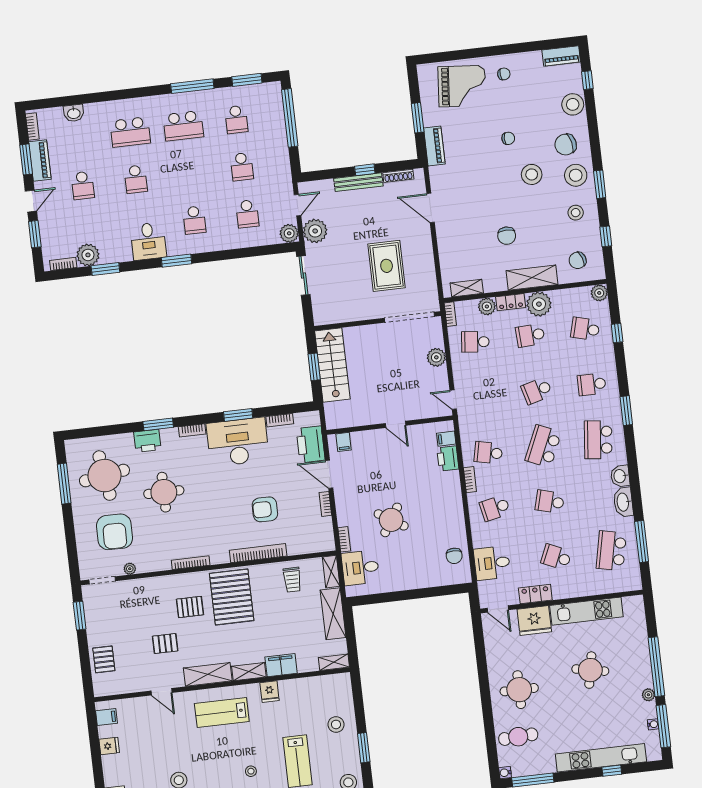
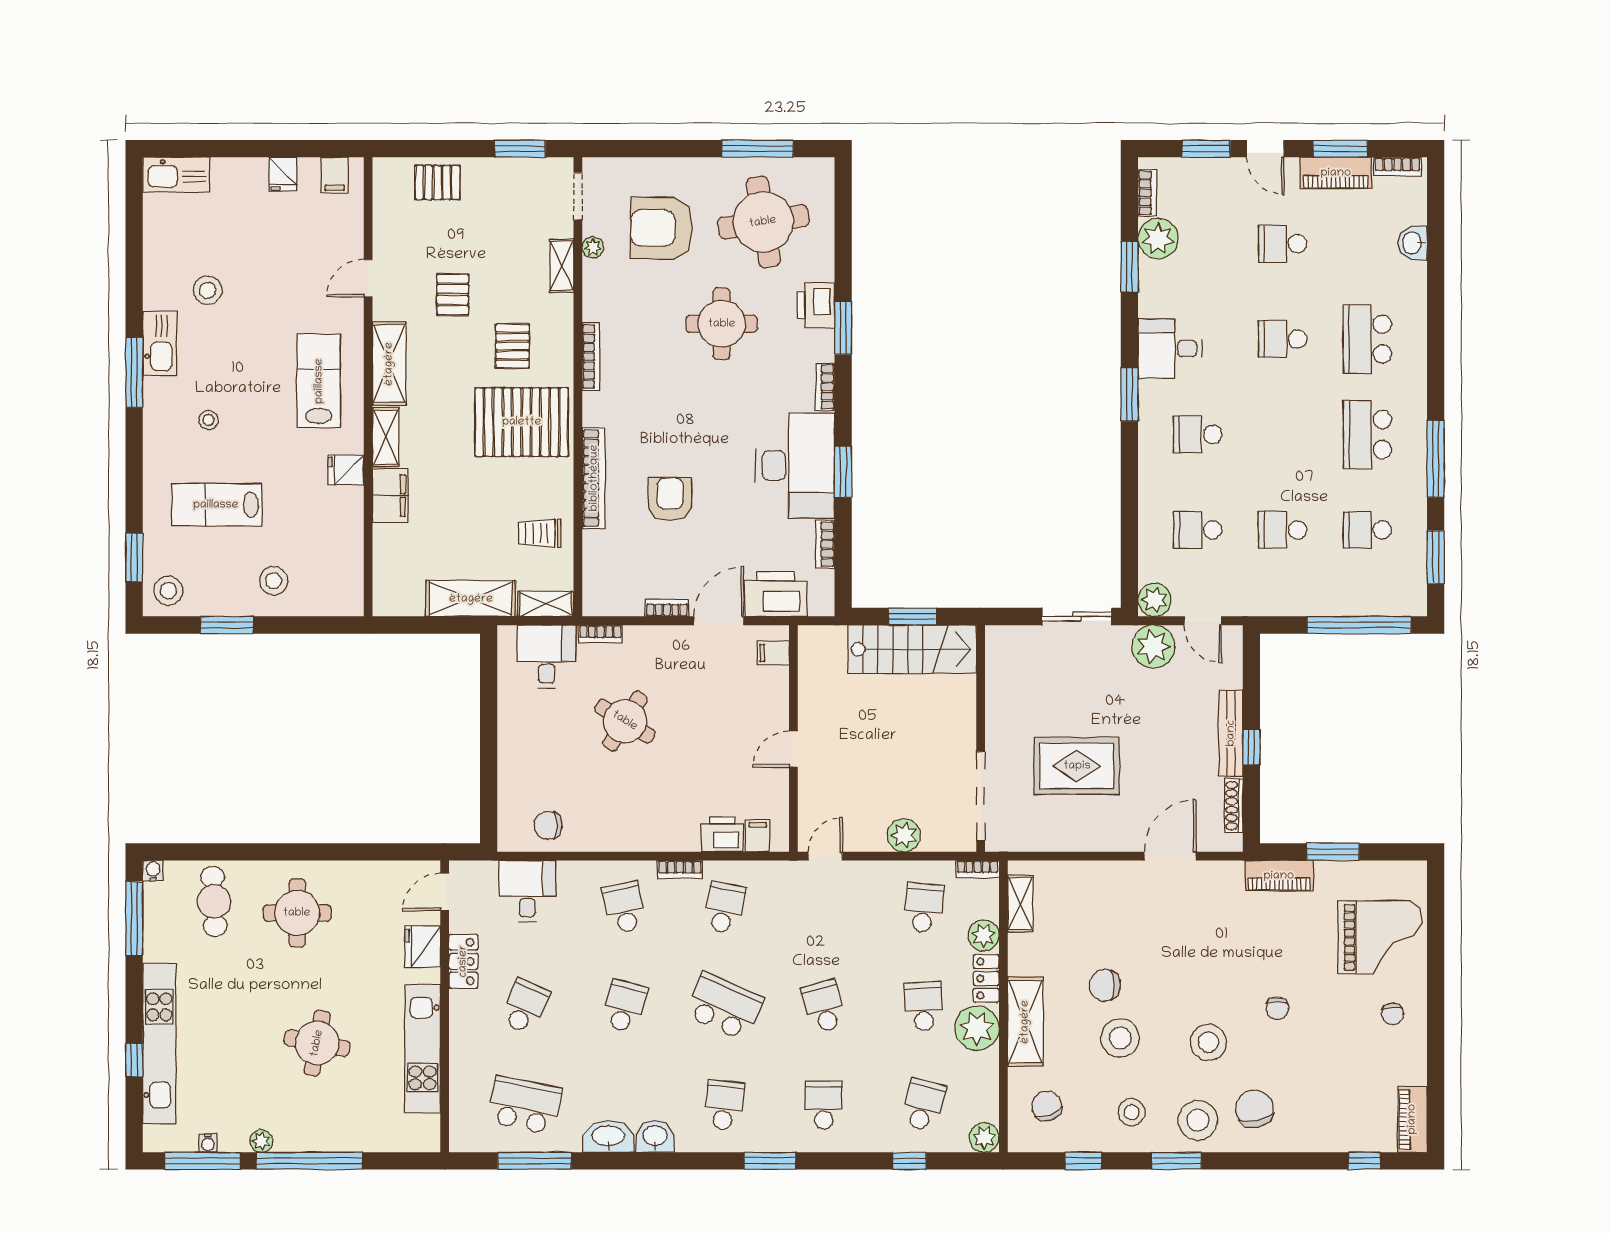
grand piano: (462, 86) -> (1380, 937), turned -95
stool: (573, 104) -> (1120, 1038), moved
school desk: (598, 440) -> (724, 1105), width x0.54
fridge: (534, 621) -> (423, 947), width x0.73, depth x0.75
shelving: (334, 662) -> (562, 266), moved

